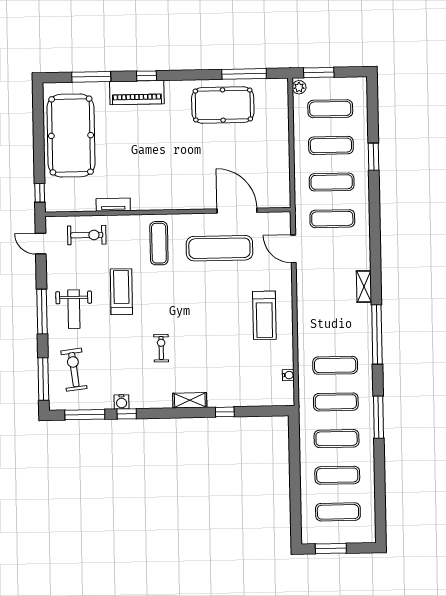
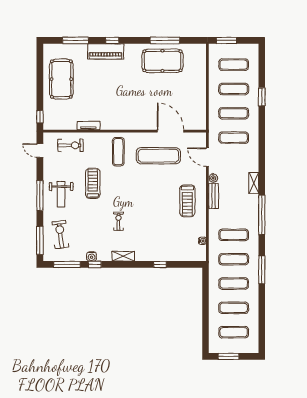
window: (244, 74) -> (165, 40), moved
plant: (299, 87) -> (213, 178), moved
pool table: (71, 136) -> (61, 79), width x0.73, depth x0.76
bench: (304, 307) -> (214, 196), added
shelving: (190, 400) -> (123, 256), moved

